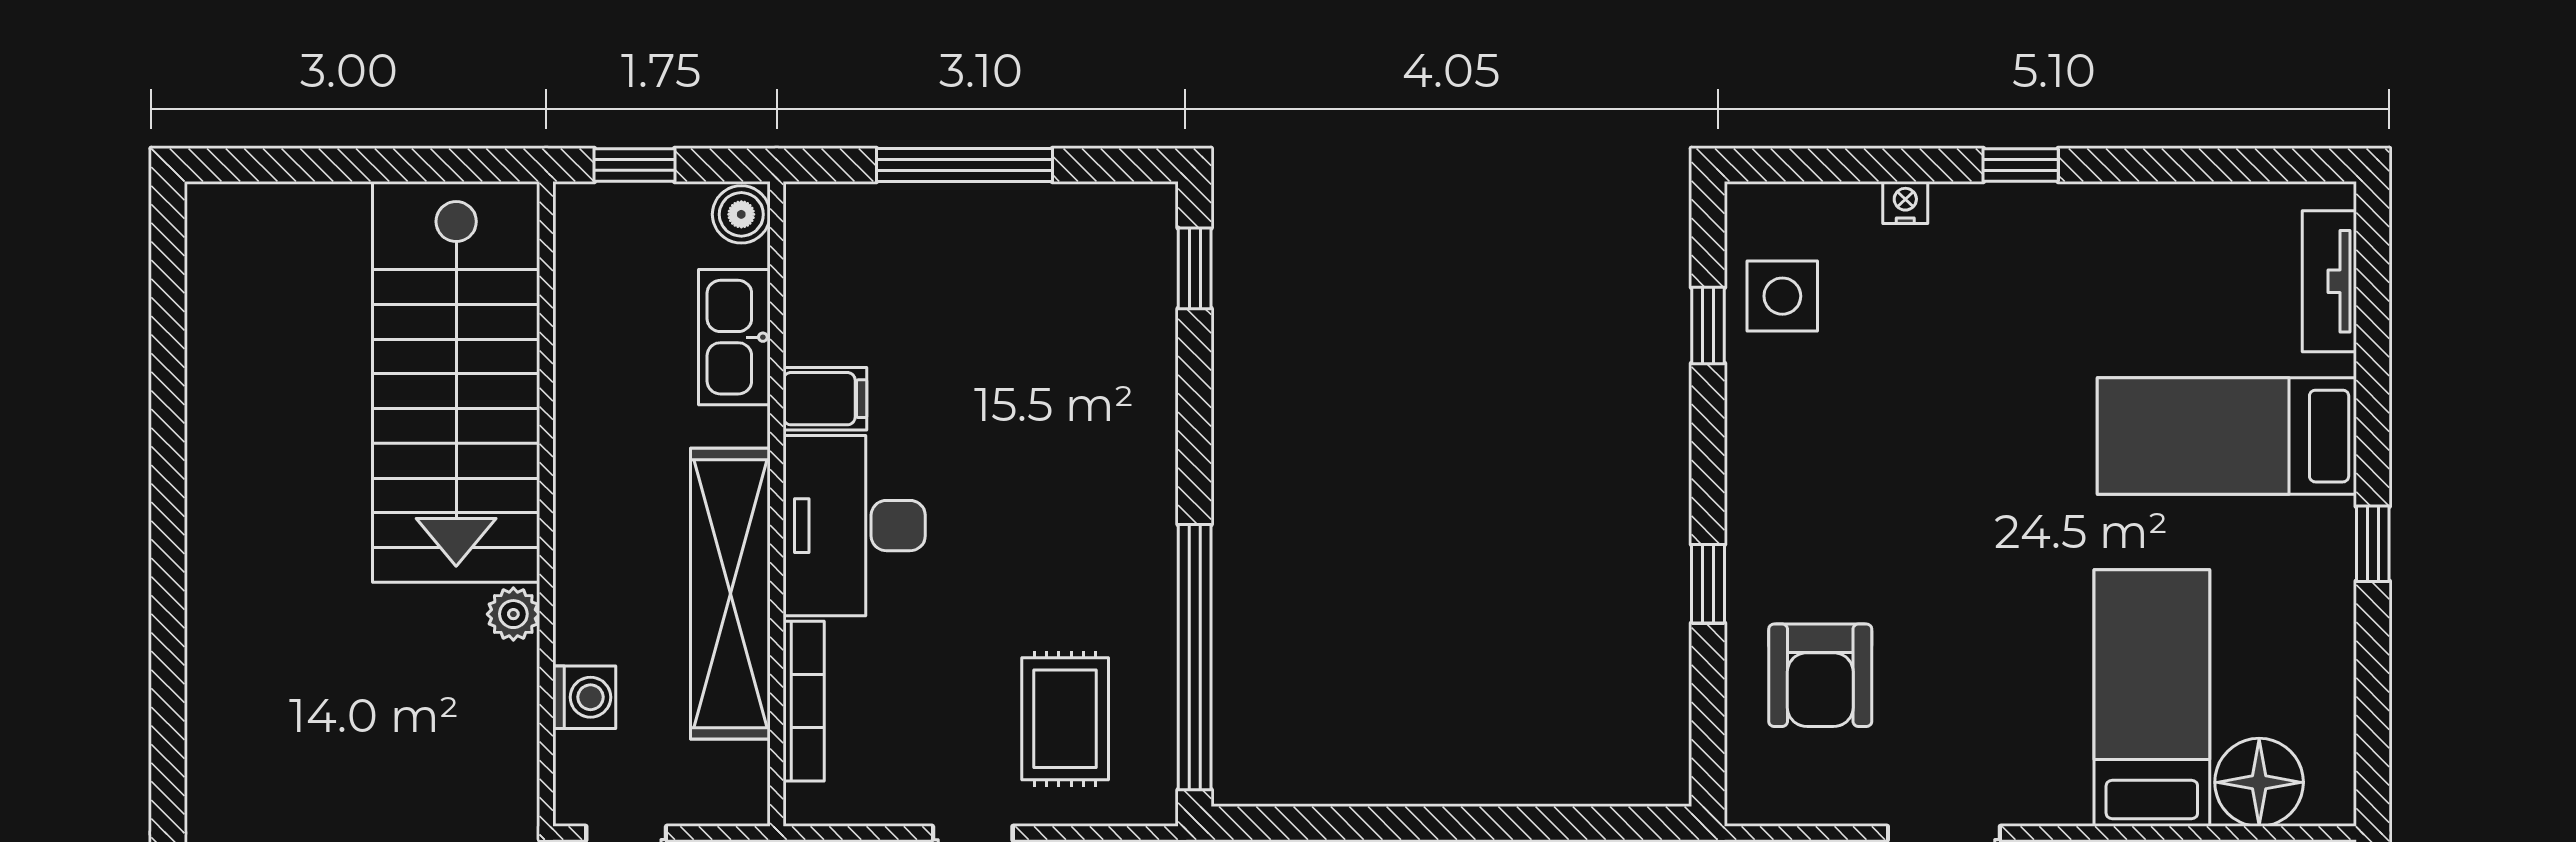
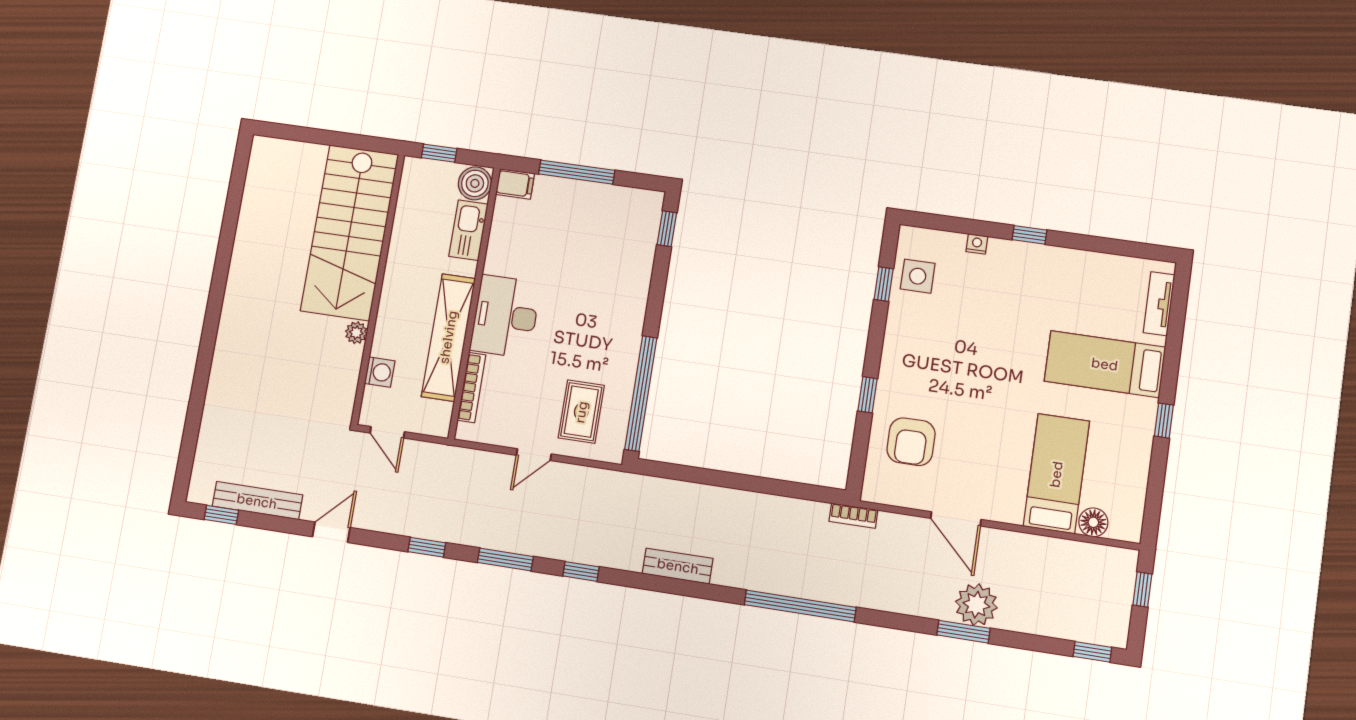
boiler: (741, 214) -> (475, 183), width x1.36, depth x1.36
filing cabinet: (825, 399) -> (515, 184), moved
floor lamp: (2259, 782) -> (1093, 522), width x0.73, depth x0.73

